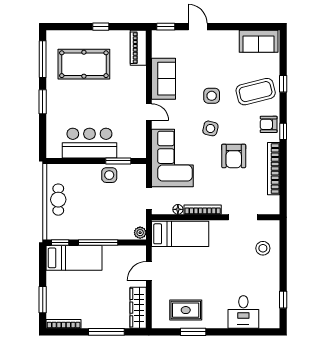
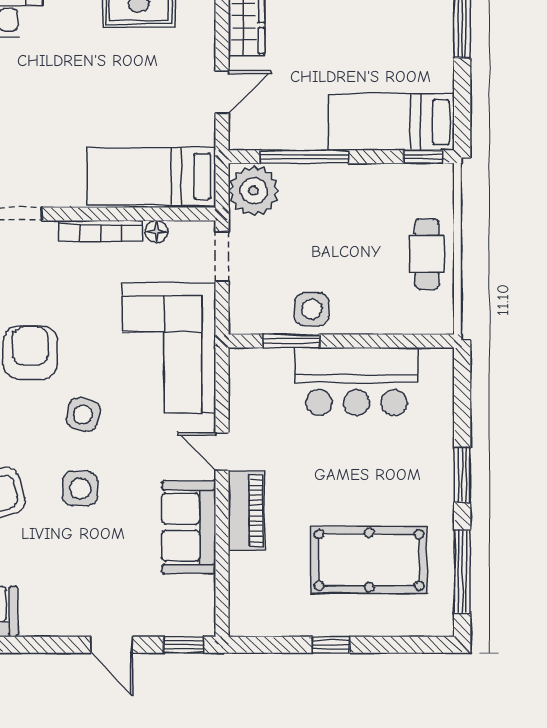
piano: (138, 48) -> (246, 511), moved
plant: (140, 233) -> (254, 191), width x1.88, depth x1.88
window: (98, 243) -> (304, 157), moved

